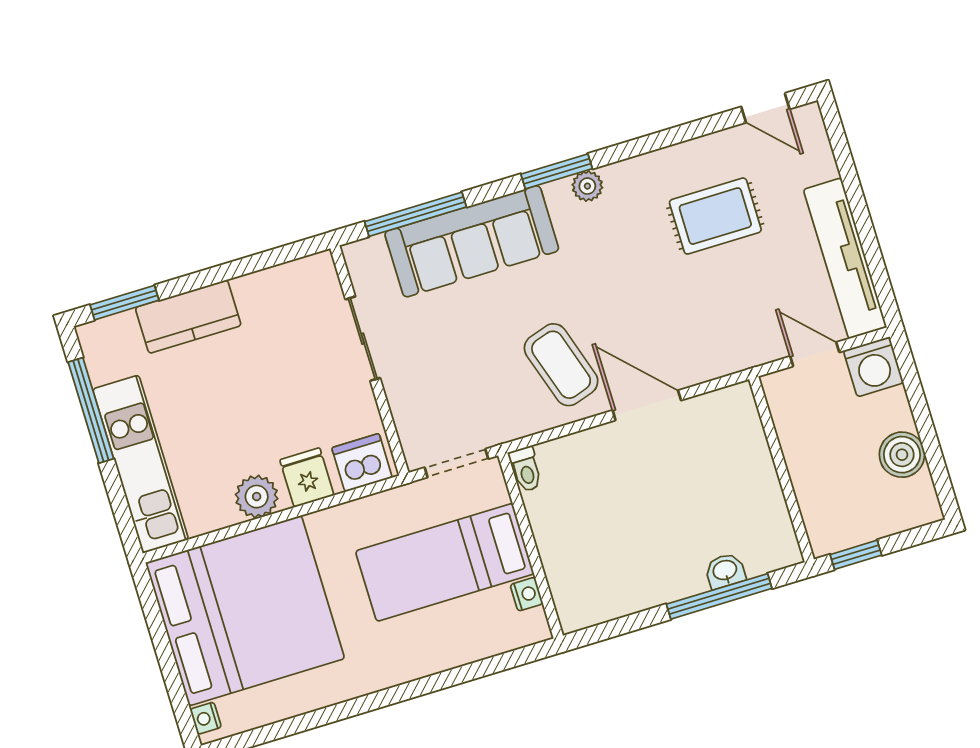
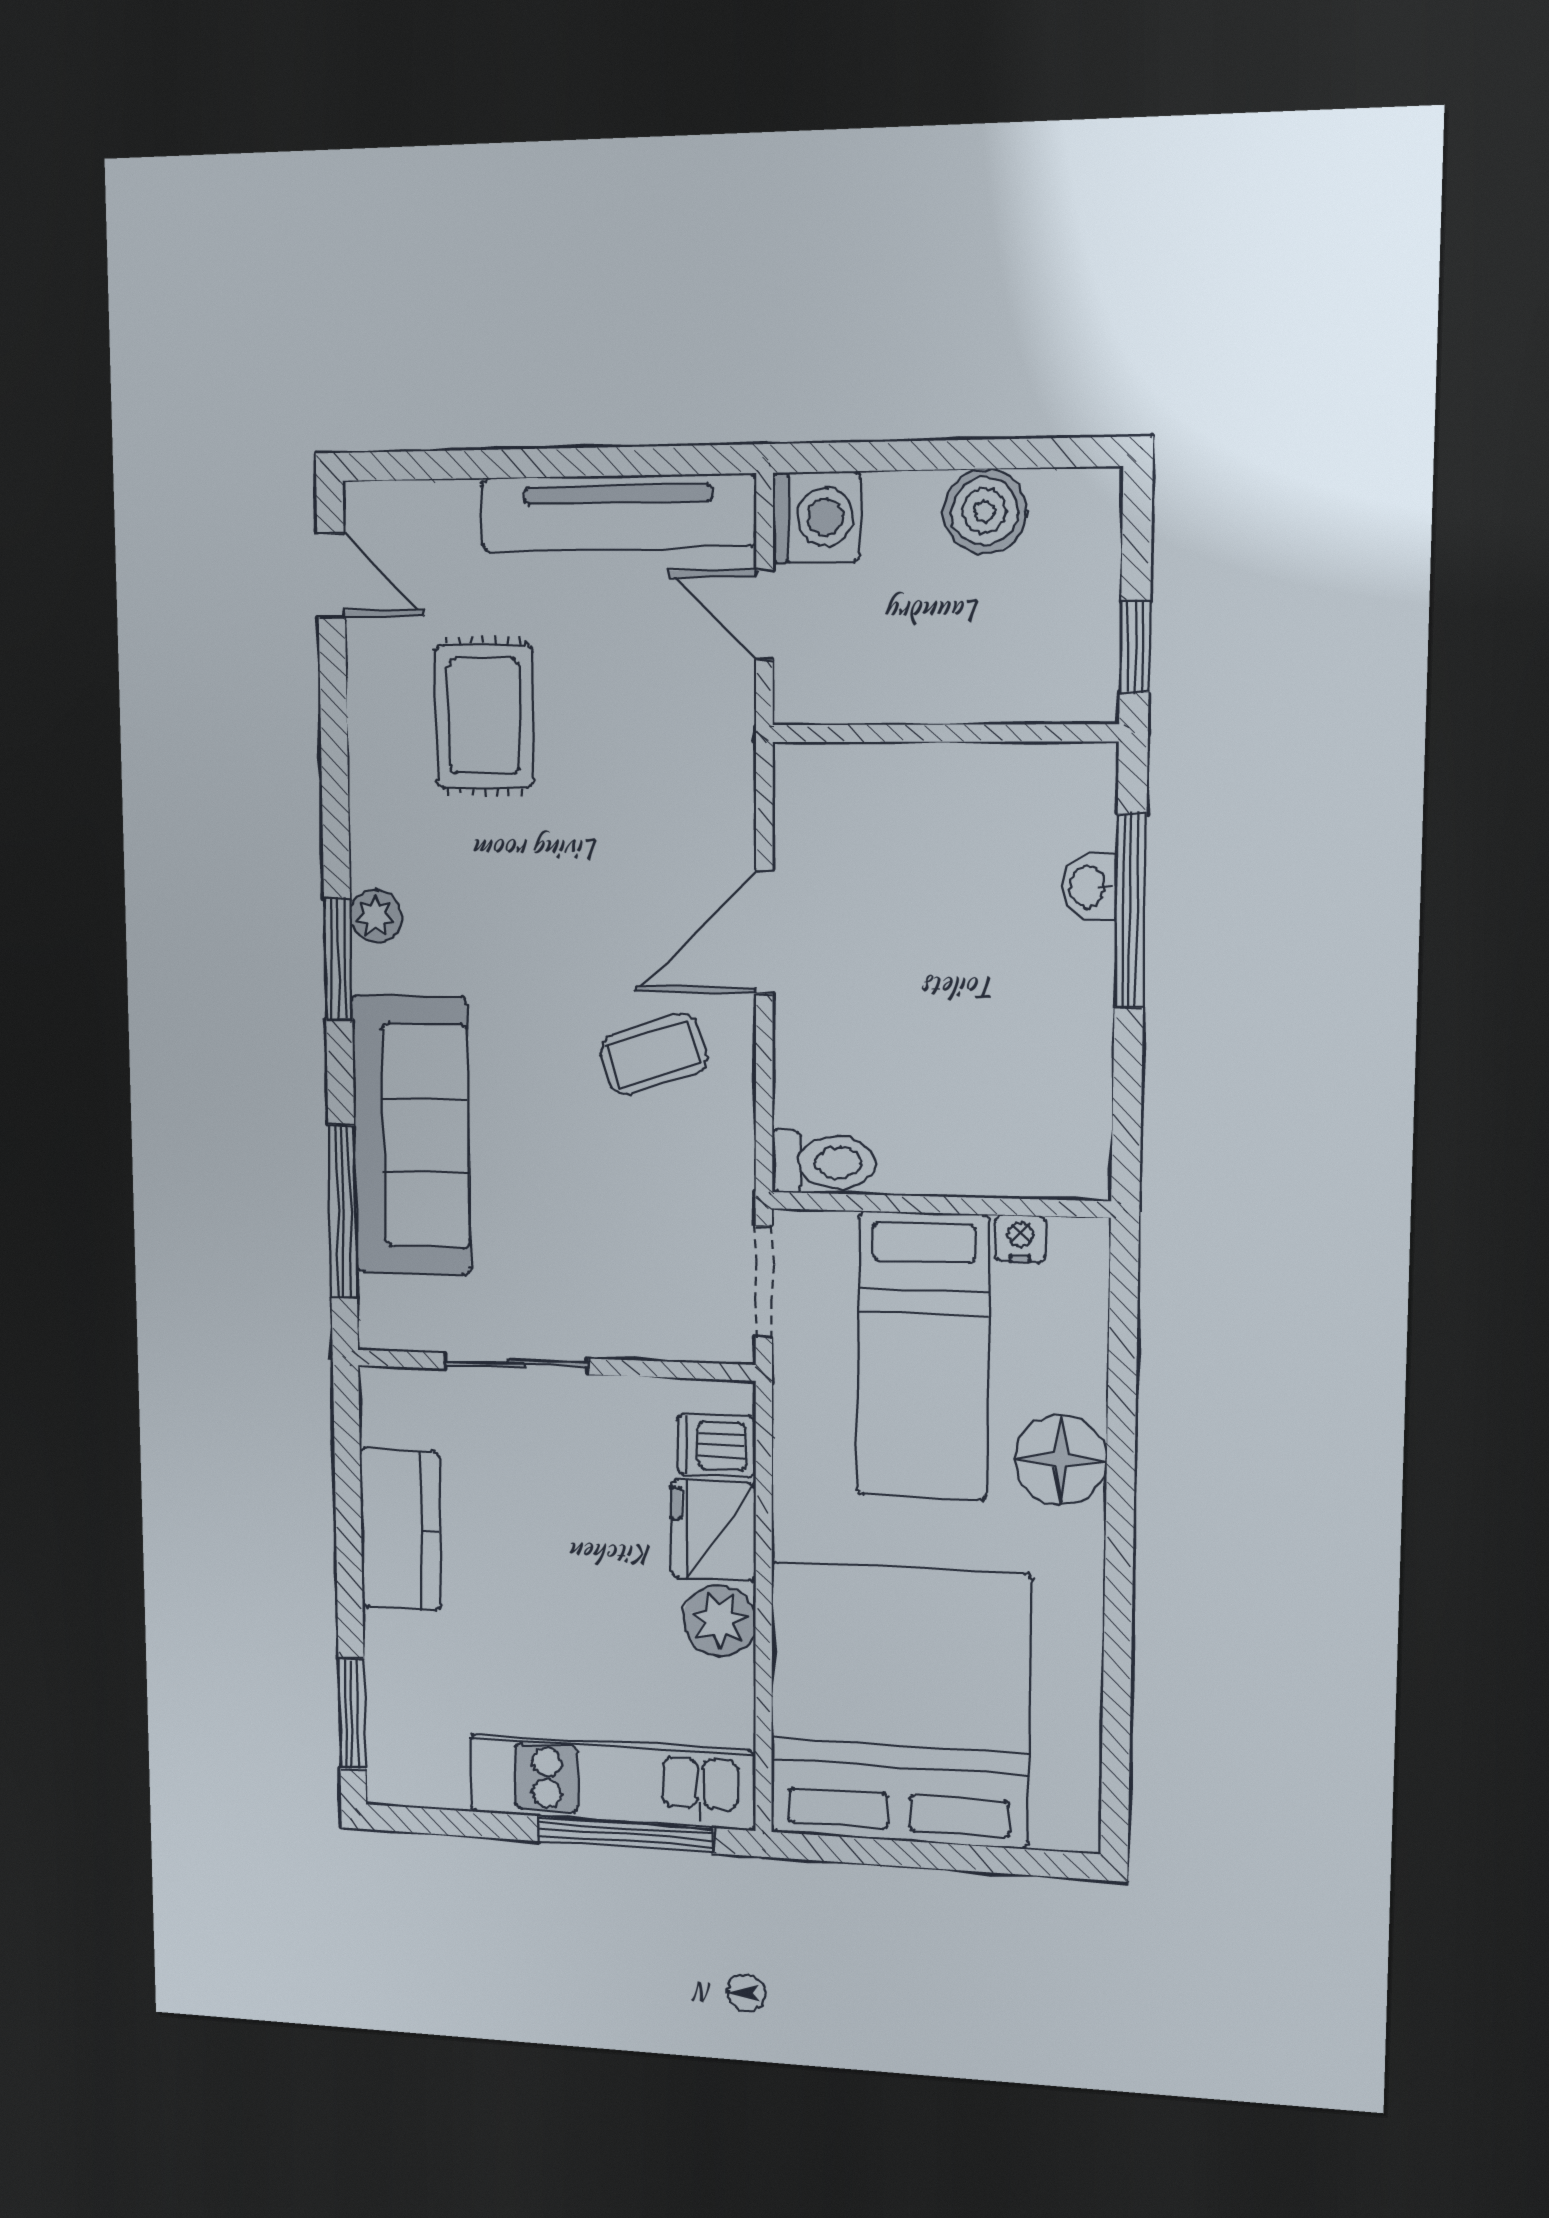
door: (765, 108) -> (331, 575), hinge flipped
kitchen counter: (188, 317) -> (400, 1529), moved
door: (815, 354) -> (764, 615), hinge flipped
coffee table: (561, 365) -> (654, 1055), width x0.73, depth x0.77
window: (91, 410) -> (625, 1835), moved
dishwasher: (362, 463) -> (716, 1446), width x0.73
toilet: (526, 469) -> (823, 1162), width x1.37, depth x1.39
fridge: (307, 478) -> (713, 1530), width x1.38
floor lamp: (413, 654) -> (1060, 1460), added
nightstand: (206, 718) -> (1057, 1830), removed

